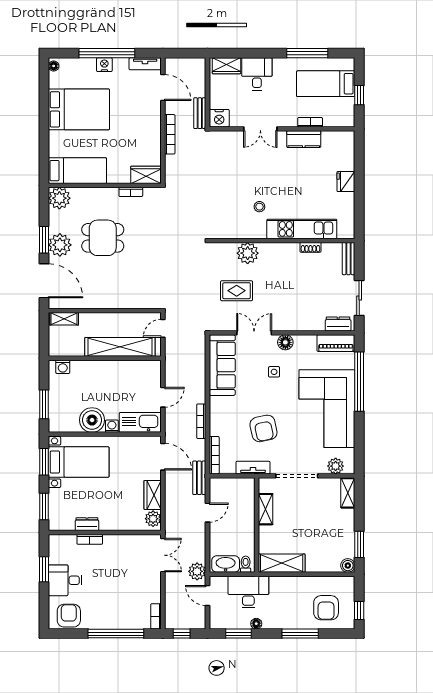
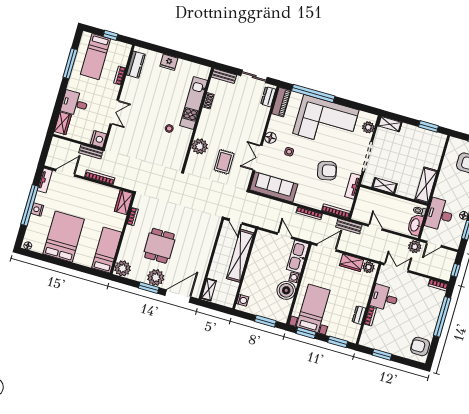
kitchen counter: (304, 139) -> (136, 65), moved
boiler: (348, 566) -> (441, 139), removed
desk: (65, 580) -> (384, 298), moved, turned 90

